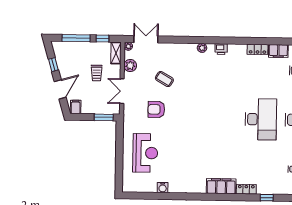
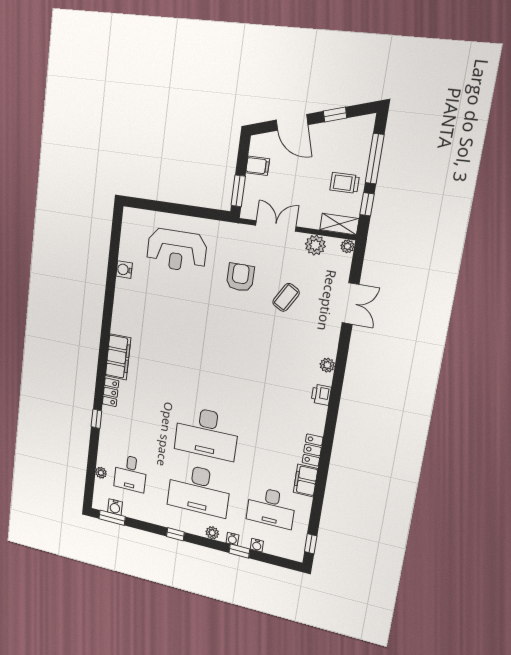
double door: (146, 39) -> (351, 304), moved
trolley: (97, 73) -> (345, 183), moved
filing cabinet: (76, 107) -> (258, 166), moved

